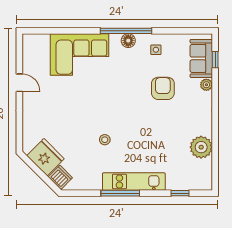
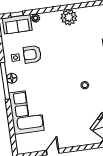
armchair: (163, 88) -> (32, 54), moved
plant: (201, 147) -> (69, 17), moved

